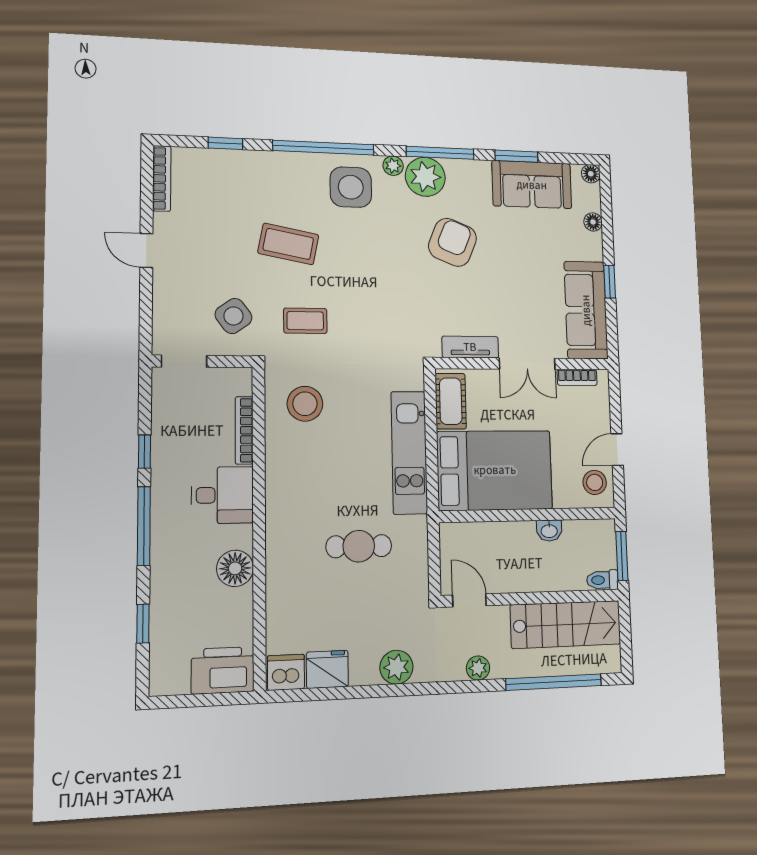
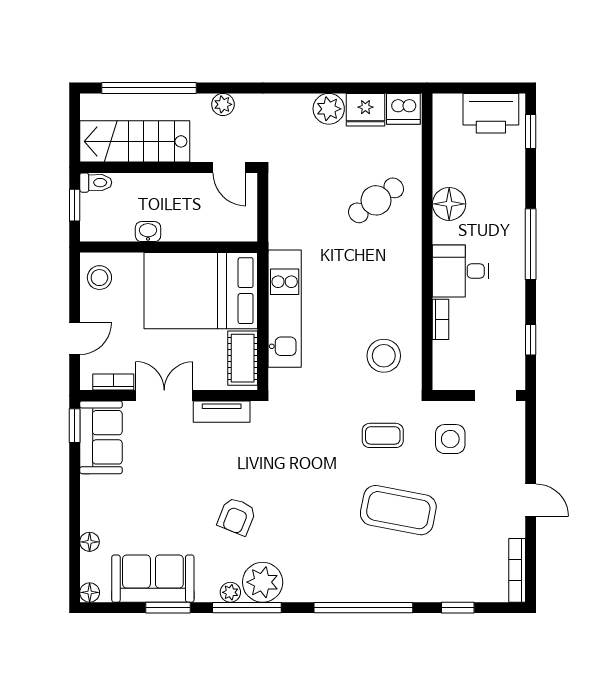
plant: (393, 166) -> (230, 592), moved
side table: (351, 187) -> (337, 569), removed
armchair: (453, 242) -> (237, 516), width x0.72, depth x0.72
coffee table: (288, 244) -> (398, 510), width x1.36, depth x1.32
window: (610, 282) -> (75, 426), moved
sofa: (586, 310) -> (101, 437), width x0.73
side table: (233, 316) -> (450, 439), turned 36
bookcase: (244, 430) -> (441, 319), width x0.64
door: (617, 450) -> (75, 339), moved
window: (145, 452) -> (531, 340), moved
cafe table: (359, 546) -> (376, 200), moved, turned -35
window: (622, 556) -> (75, 205), width x0.67
window: (143, 624) -> (531, 132), moved
plant: (396, 667) -> (329, 109), moved
printer: (223, 670) -> (491, 113), moved

